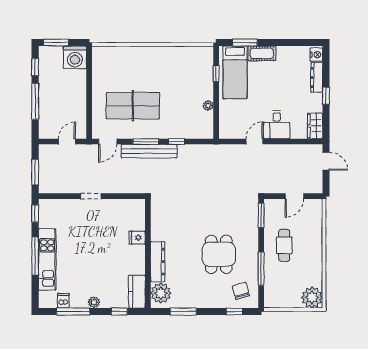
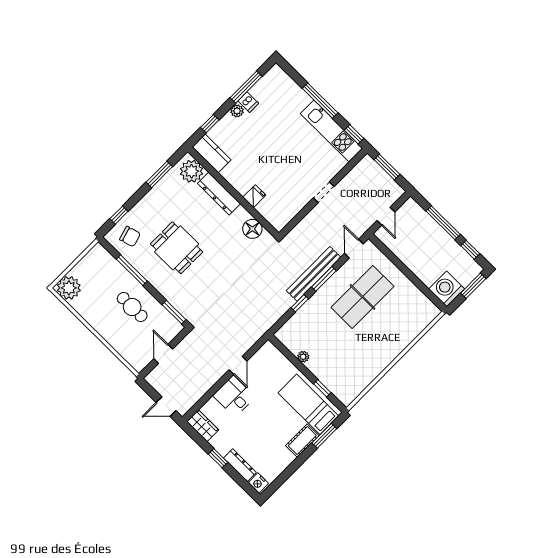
floor lamp: (159, 218) -> (252, 229), added
kitchen unit: (47, 259) -> (331, 131), moved
dishwasher: (63, 301) -> (248, 102), moved

